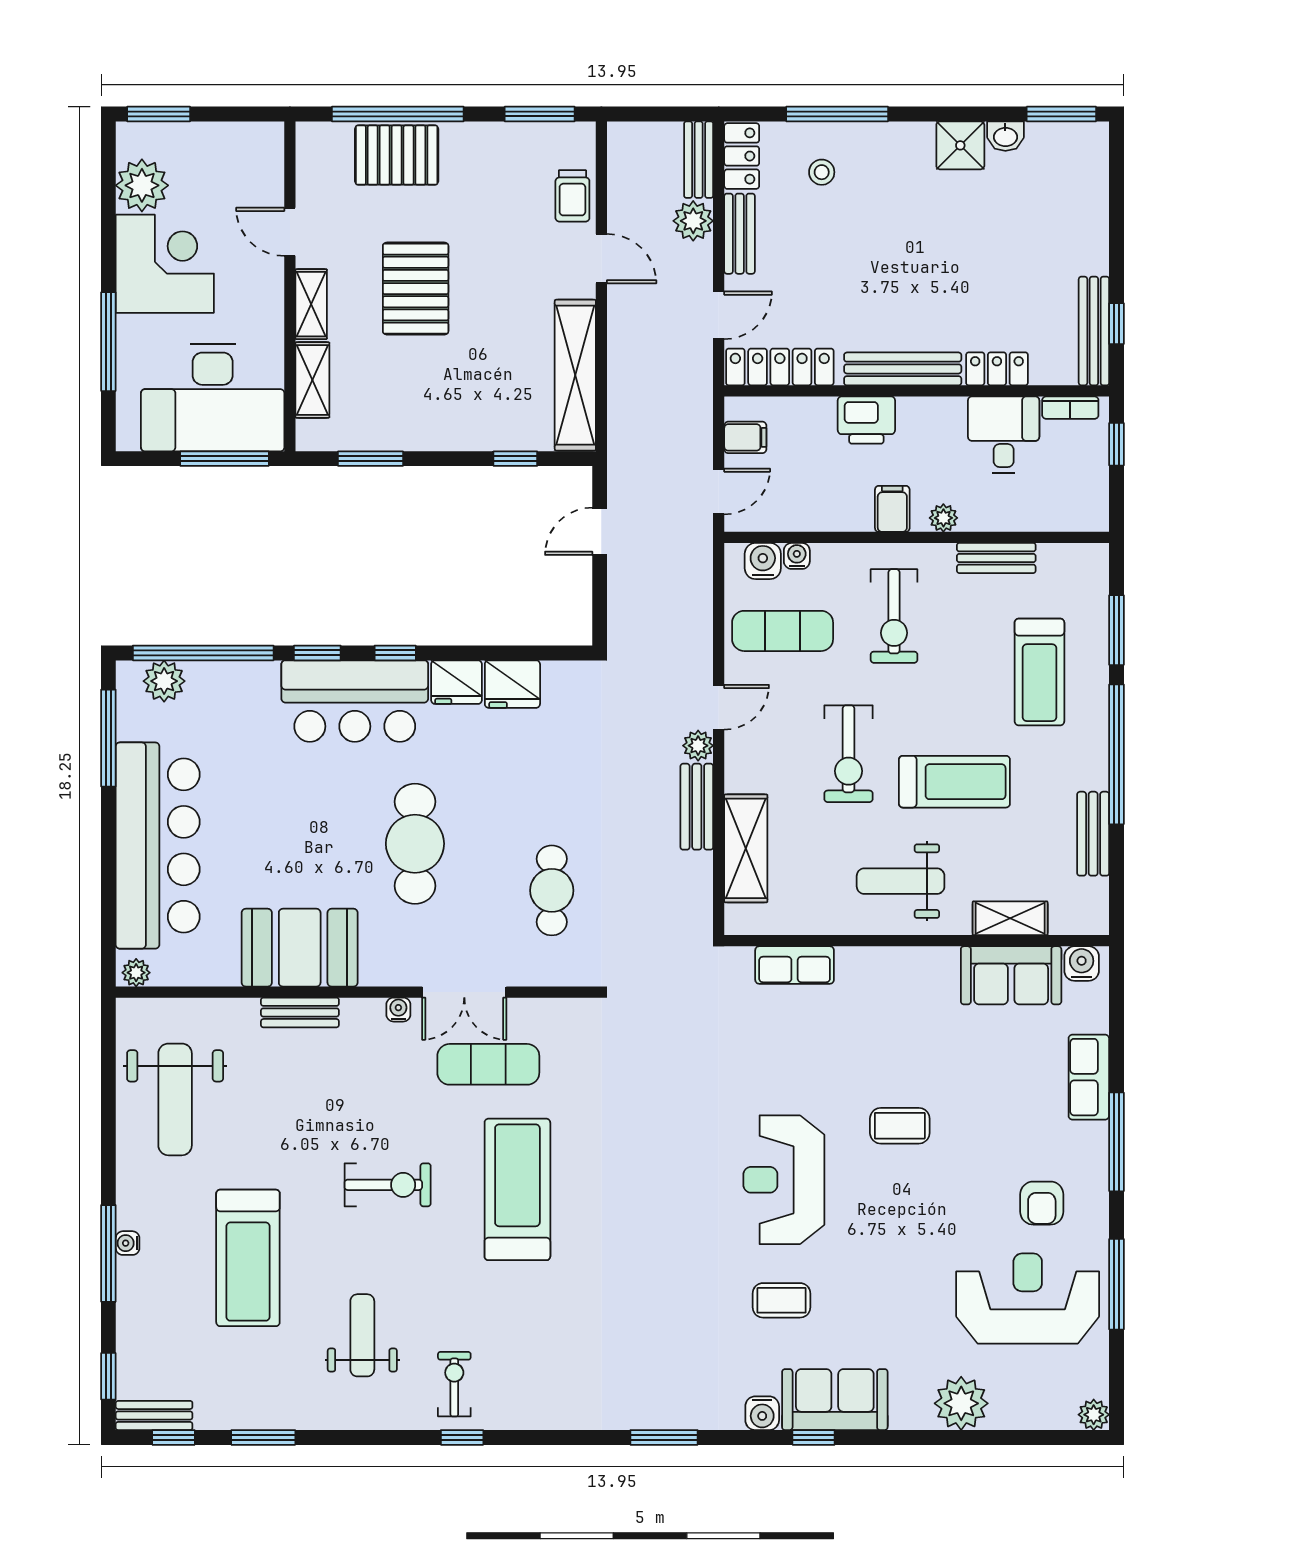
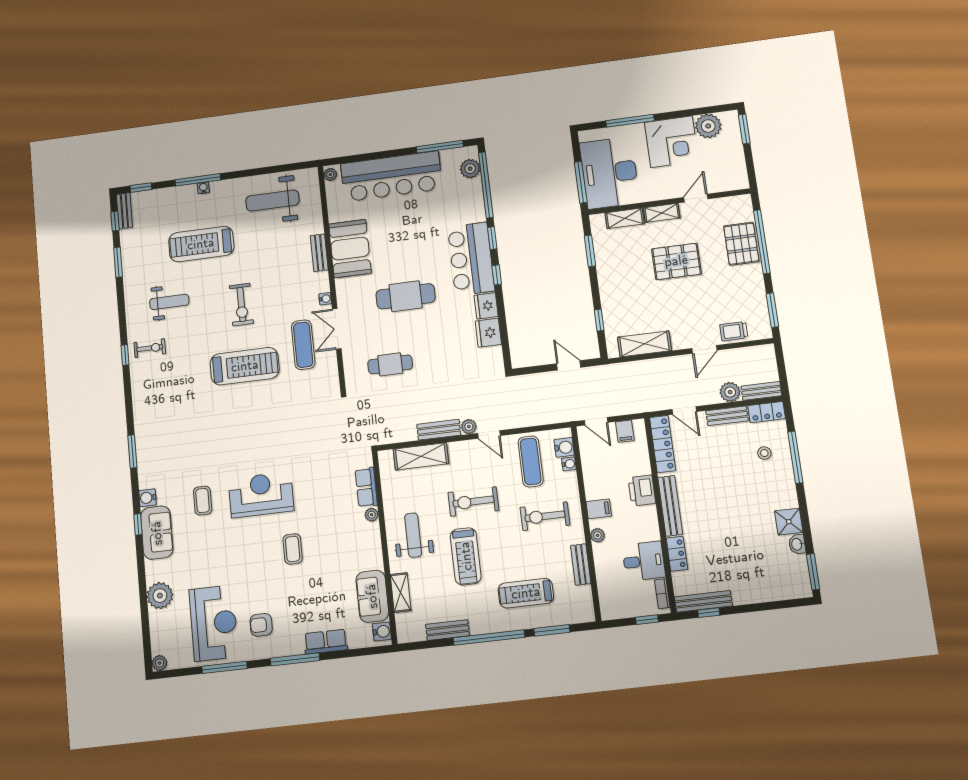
shelving: (575, 375) -> (644, 344), width x0.68
plant: (850, 960) -> (372, 515), added

